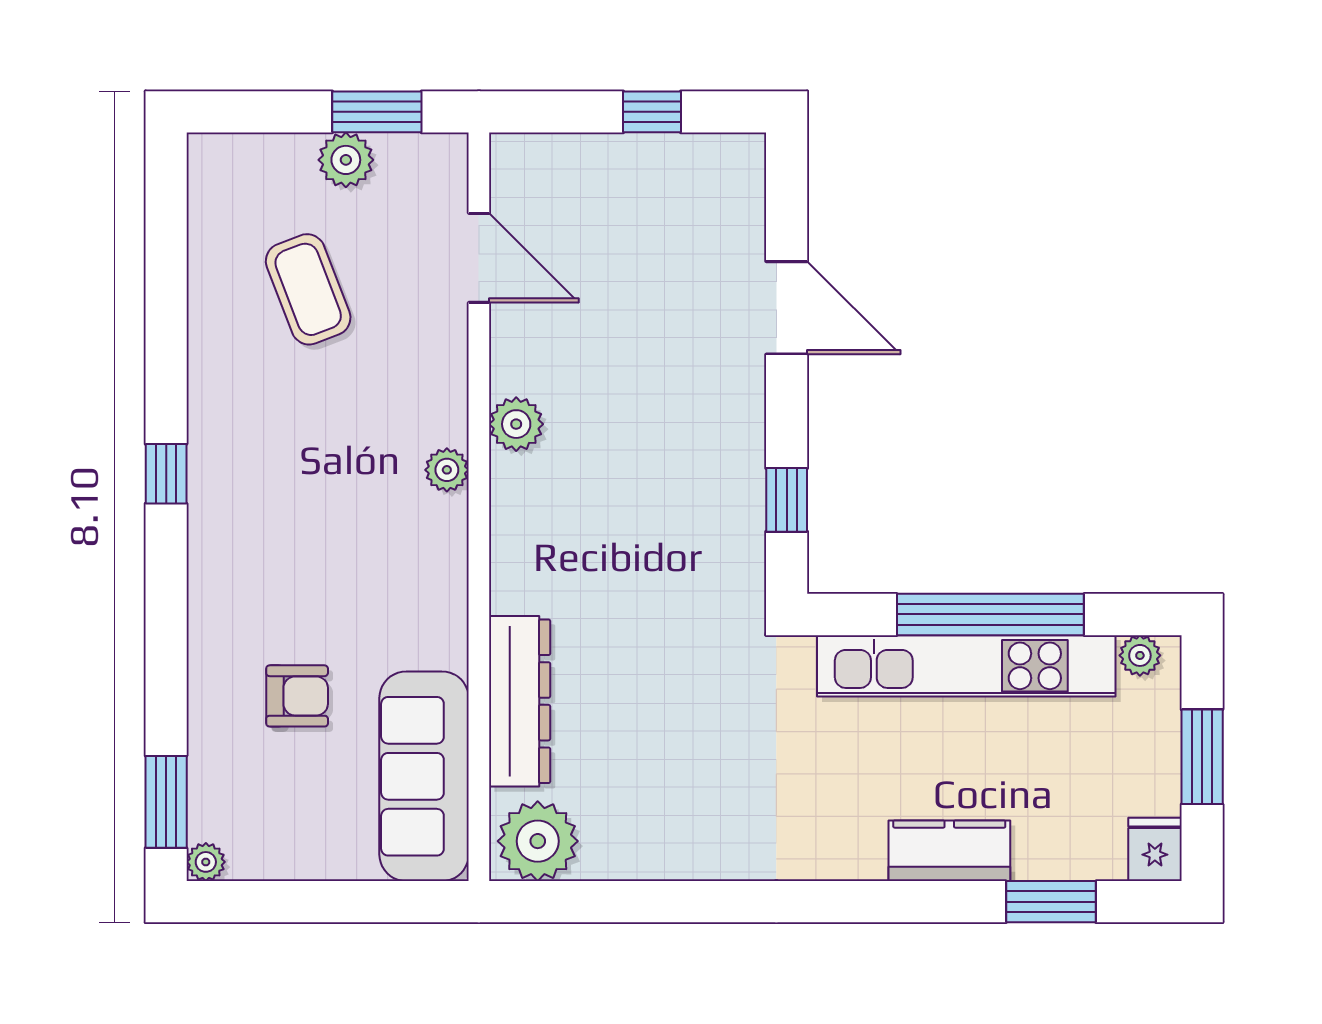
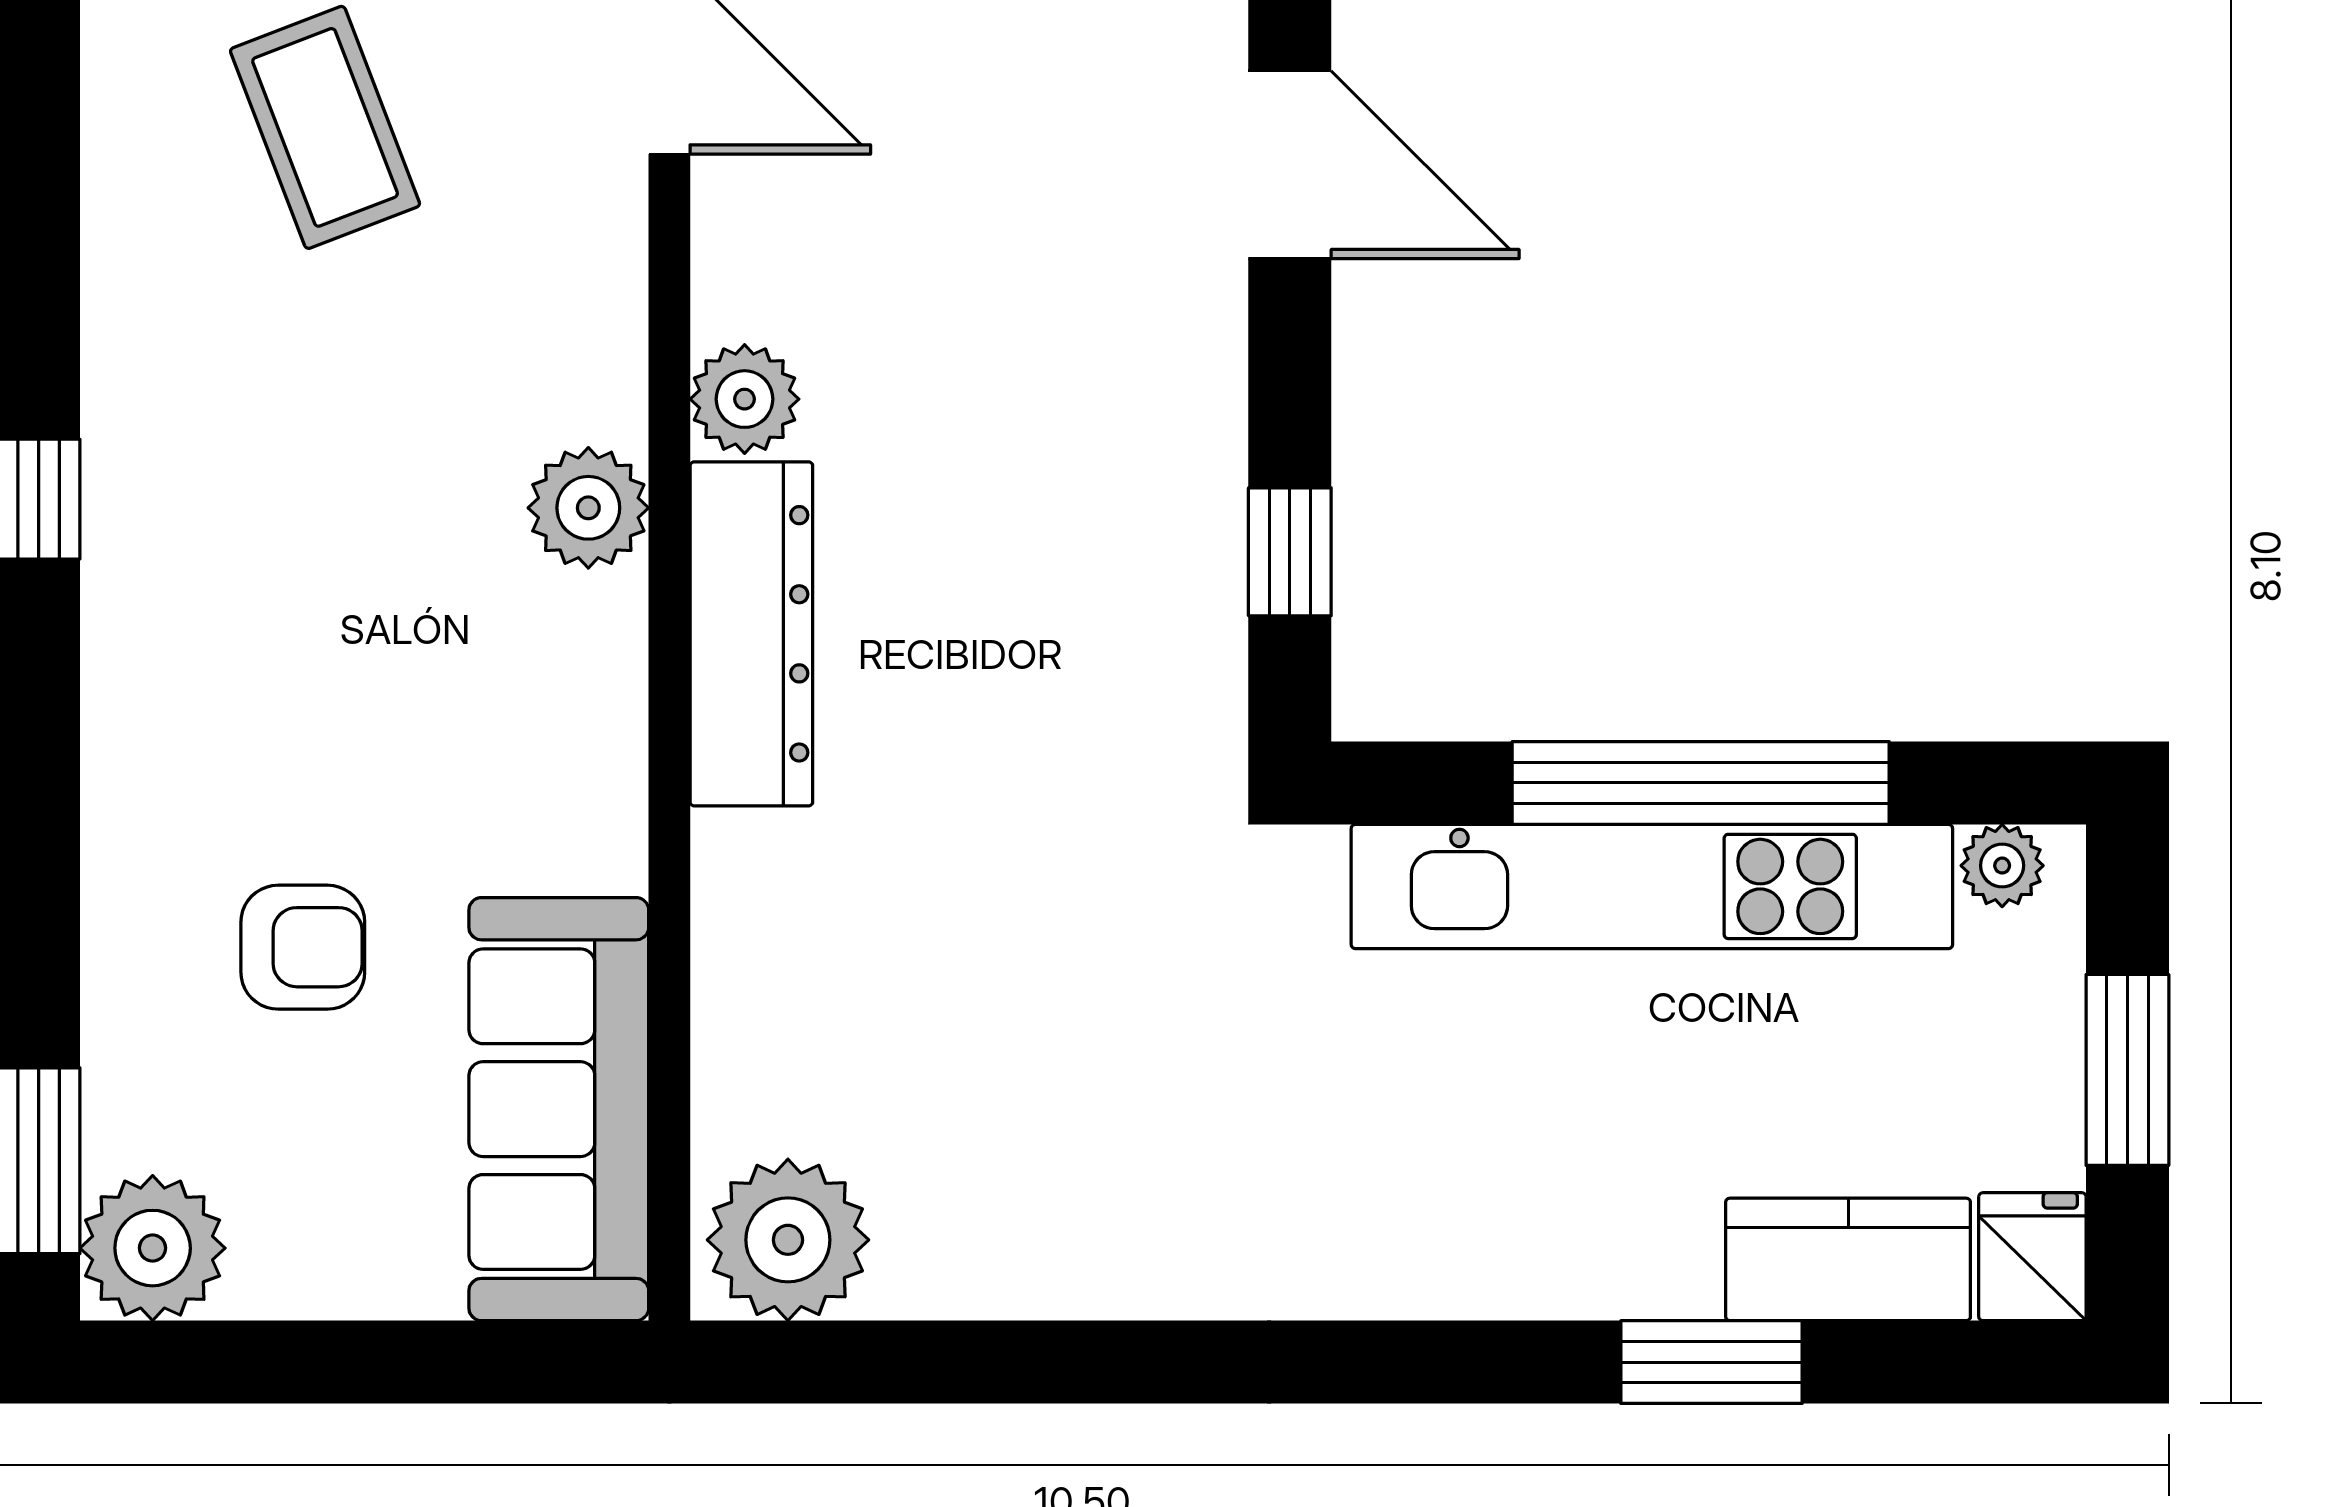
plant: (447, 470) -> (588, 508), width x1.38, depth x1.38
dresser: (520, 701) -> (751, 634), moved
kitchen counter: (949, 851) -> (1848, 1259), moved
plant: (206, 862) -> (153, 1248), width x1.87, depth x1.87
window: (1051, 902) -> (1712, 1362), moved

